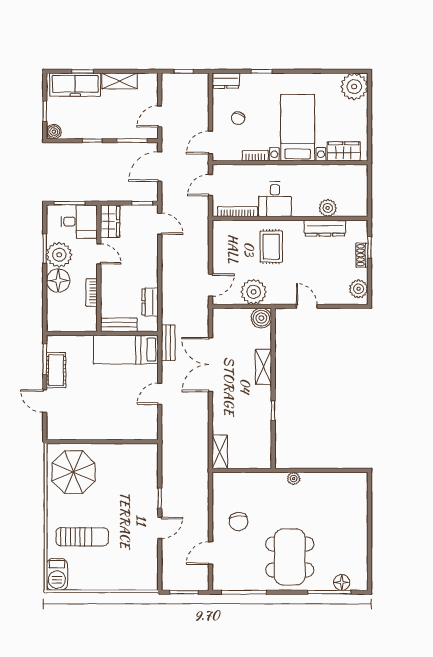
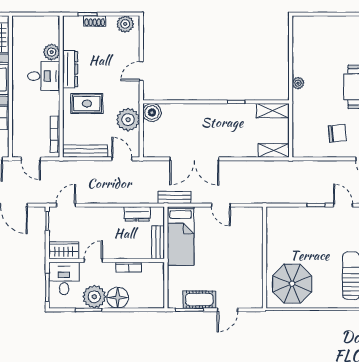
desk: (275, 199) -> (44, 76), moved
dresser: (325, 228) -> (70, 69), moved
bench: (219, 245) -> (85, 151), added
shelving: (263, 367) -> (273, 111), moved

